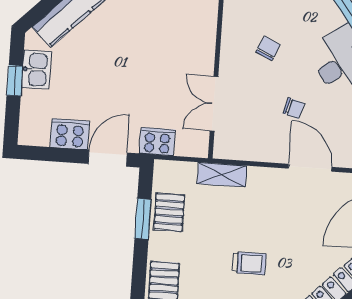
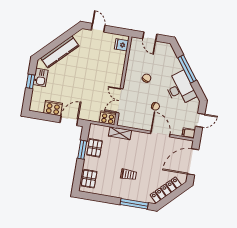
cooker: (157, 141) -> (108, 118), moved

